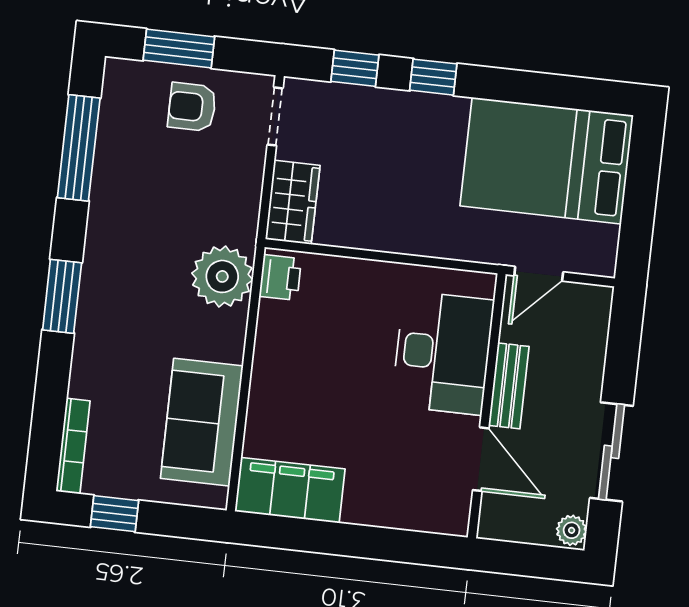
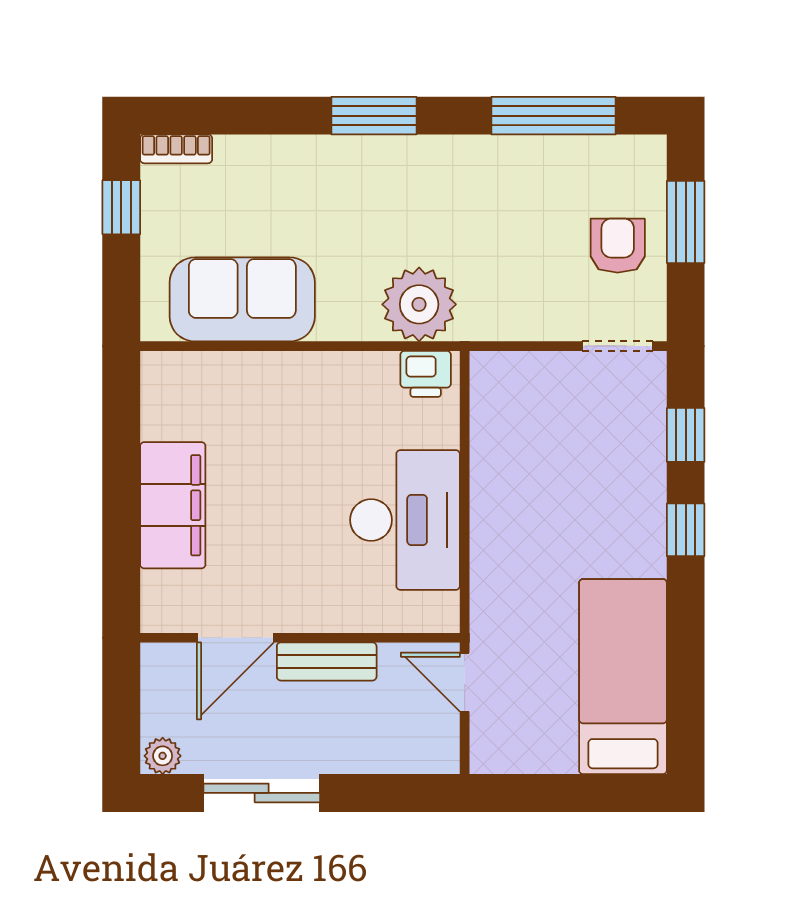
bed: (547, 161) -> (623, 677), width x0.67
wardrobe: (293, 202) -> (517, 379), removed
desk: (443, 353) -> (405, 520), moved, turned -90
bookcase: (73, 446) -> (176, 149), width x0.64
filing cabinet: (290, 490) -> (173, 505), moved

